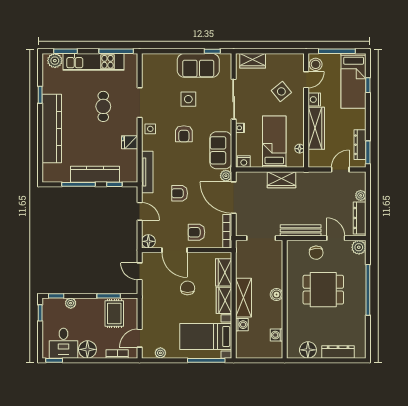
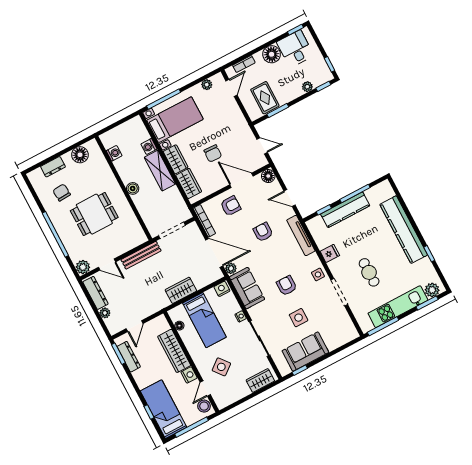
armchair: (180, 193) -> (263, 232), turned -90
chair: (316, 253) -> (62, 193), moved
dresser: (338, 352) -> (53, 167), width x0.70

